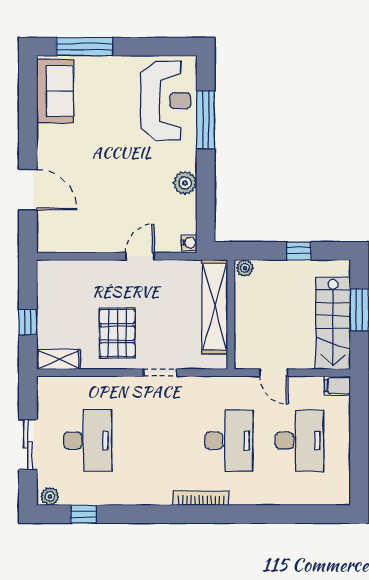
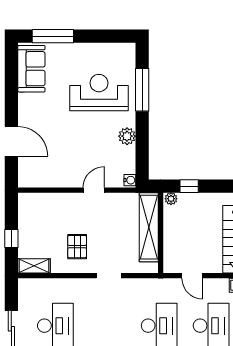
reception desk: (166, 101) -> (99, 93), moved, turned -90
window: (299, 251) -> (189, 186), moved
pallet: (117, 333) -> (77, 247), width x0.67, depth x0.71

